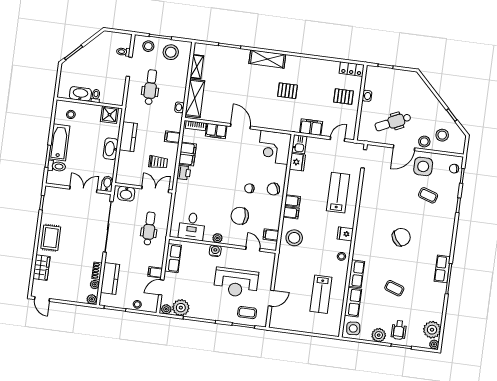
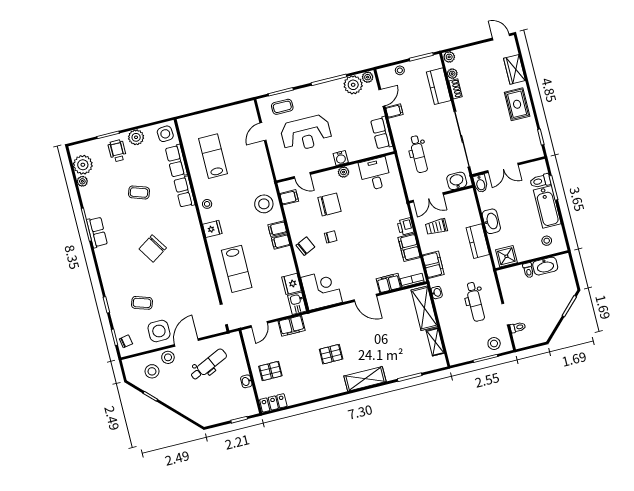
stool: (171, 52) -> (468, 346), removed
filing cabinet: (172, 137) -> (433, 265), width x2.00
reception desk: (236, 283) -> (306, 133), turned 180
plant: (434, 344) -> (82, 181), moved

